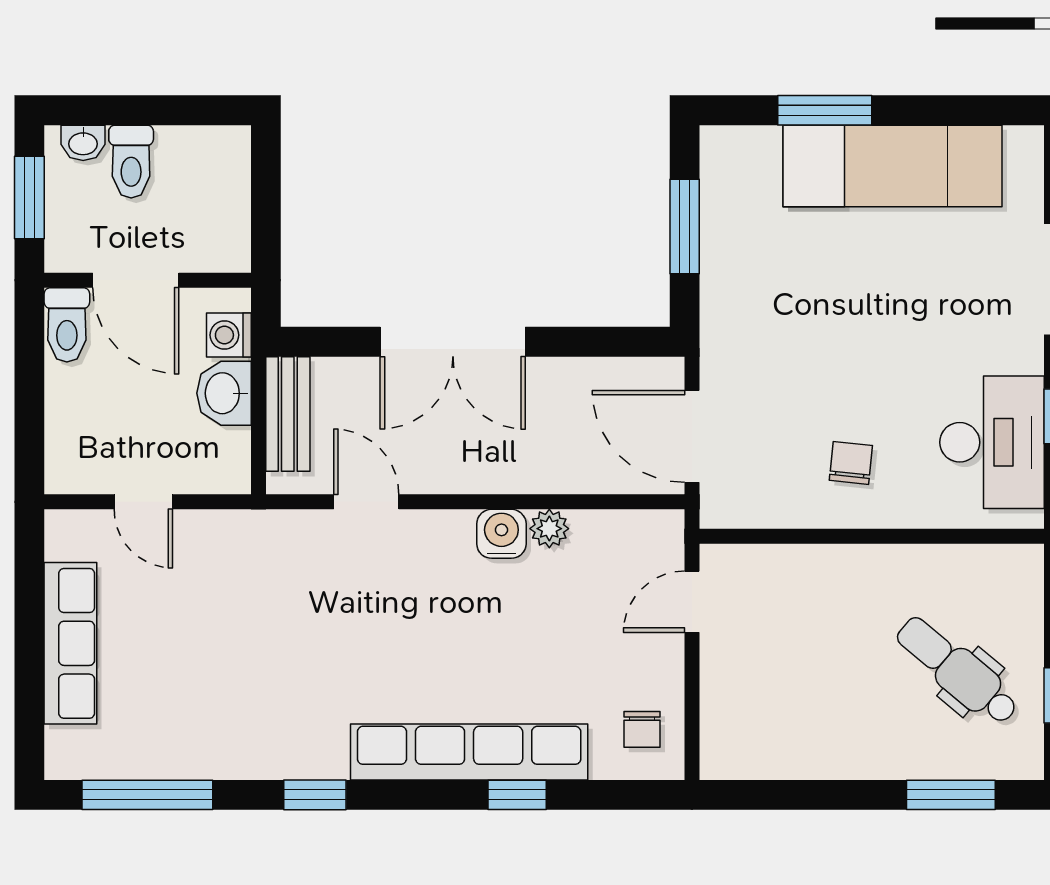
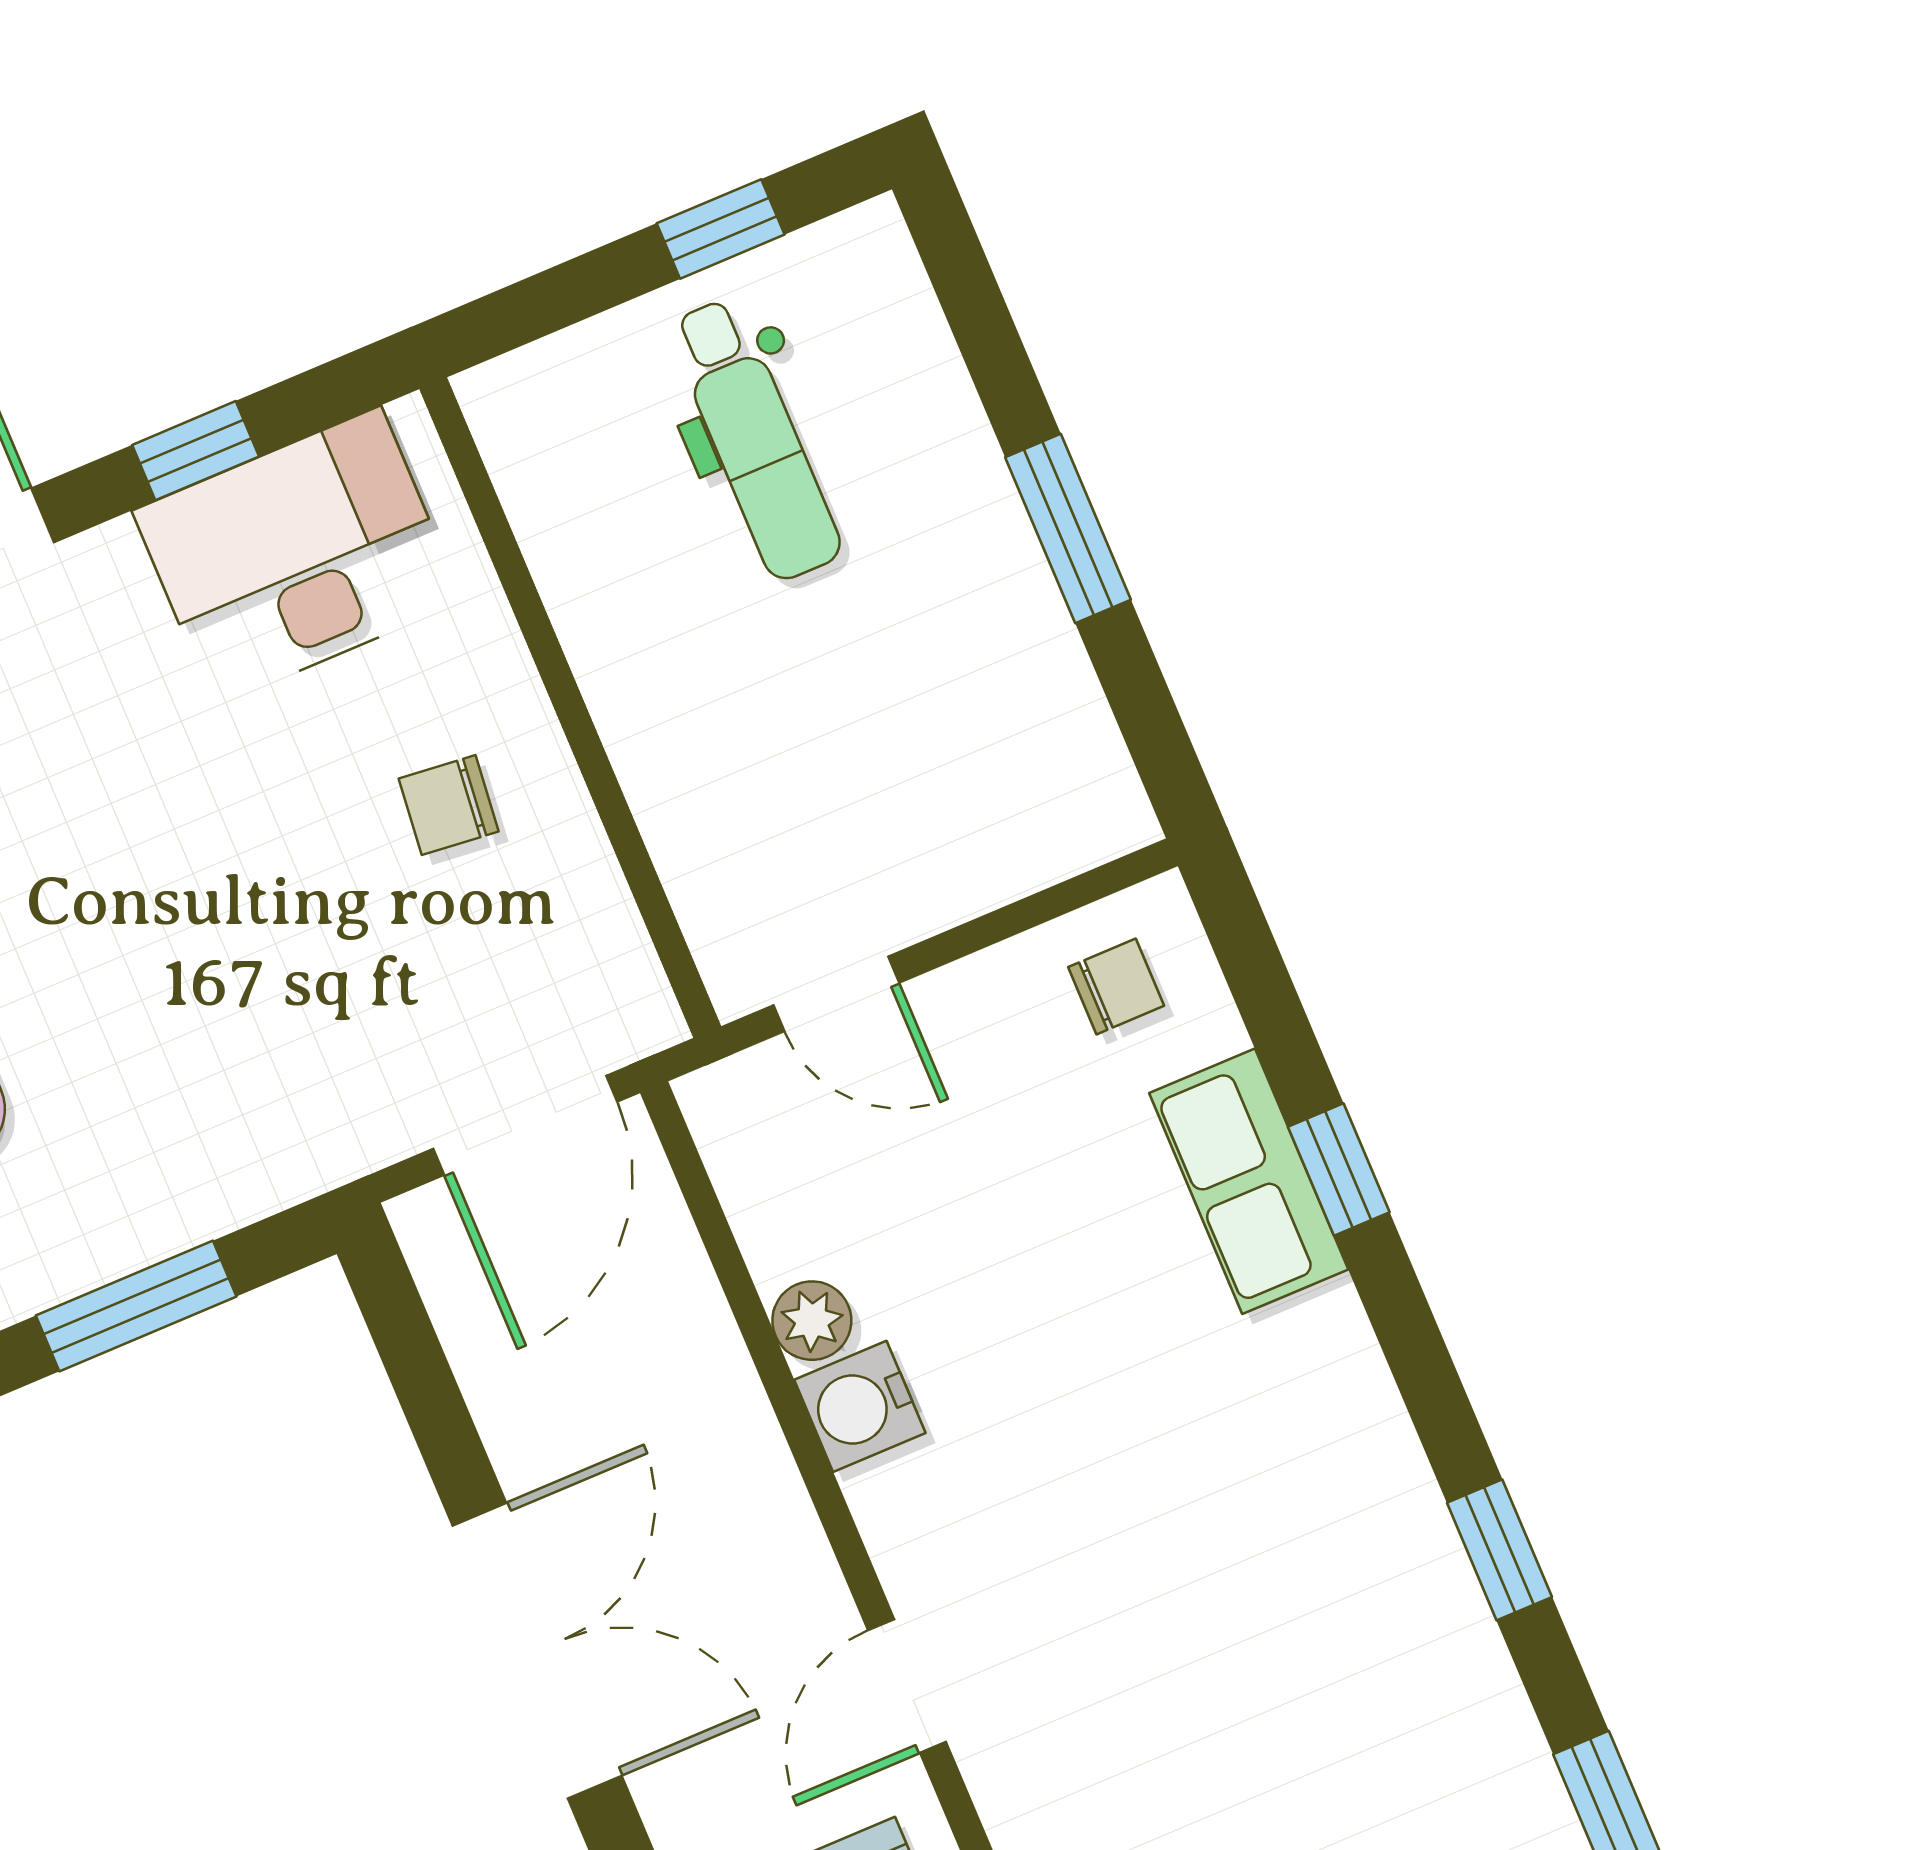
dental chair: (957, 671) -> (755, 439), turned -40
row of seats: (469, 752) -> (1249, 1181), width x0.50
window: (951, 795) -> (1068, 528), moved

